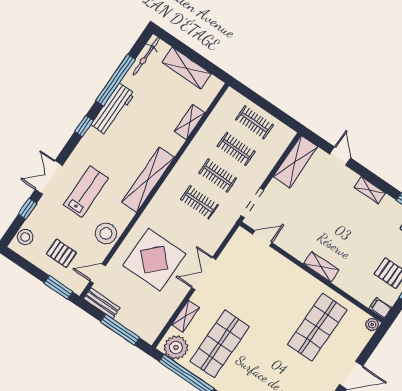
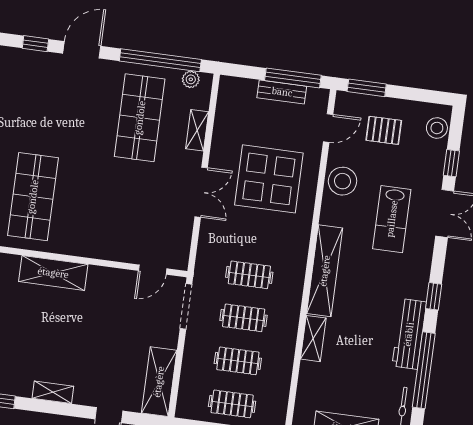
shelving: (190, 122) -> (313, 339), moved
shelving: (321, 267) -> (53, 273), width x1.50, depth x1.33
bench: (102, 303) -> (282, 92), moved
window: (120, 330) -> (293, 78), moved
plant: (176, 348) -> (191, 79), width x0.53, depth x0.53

